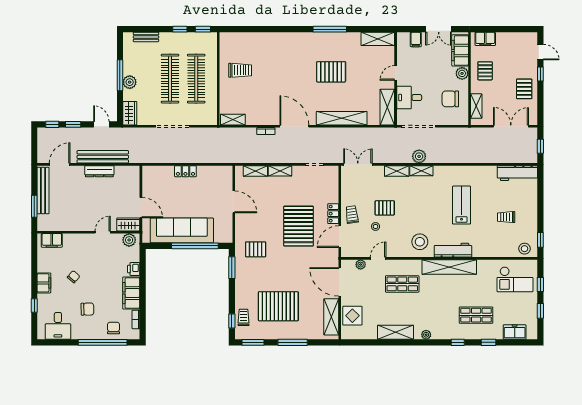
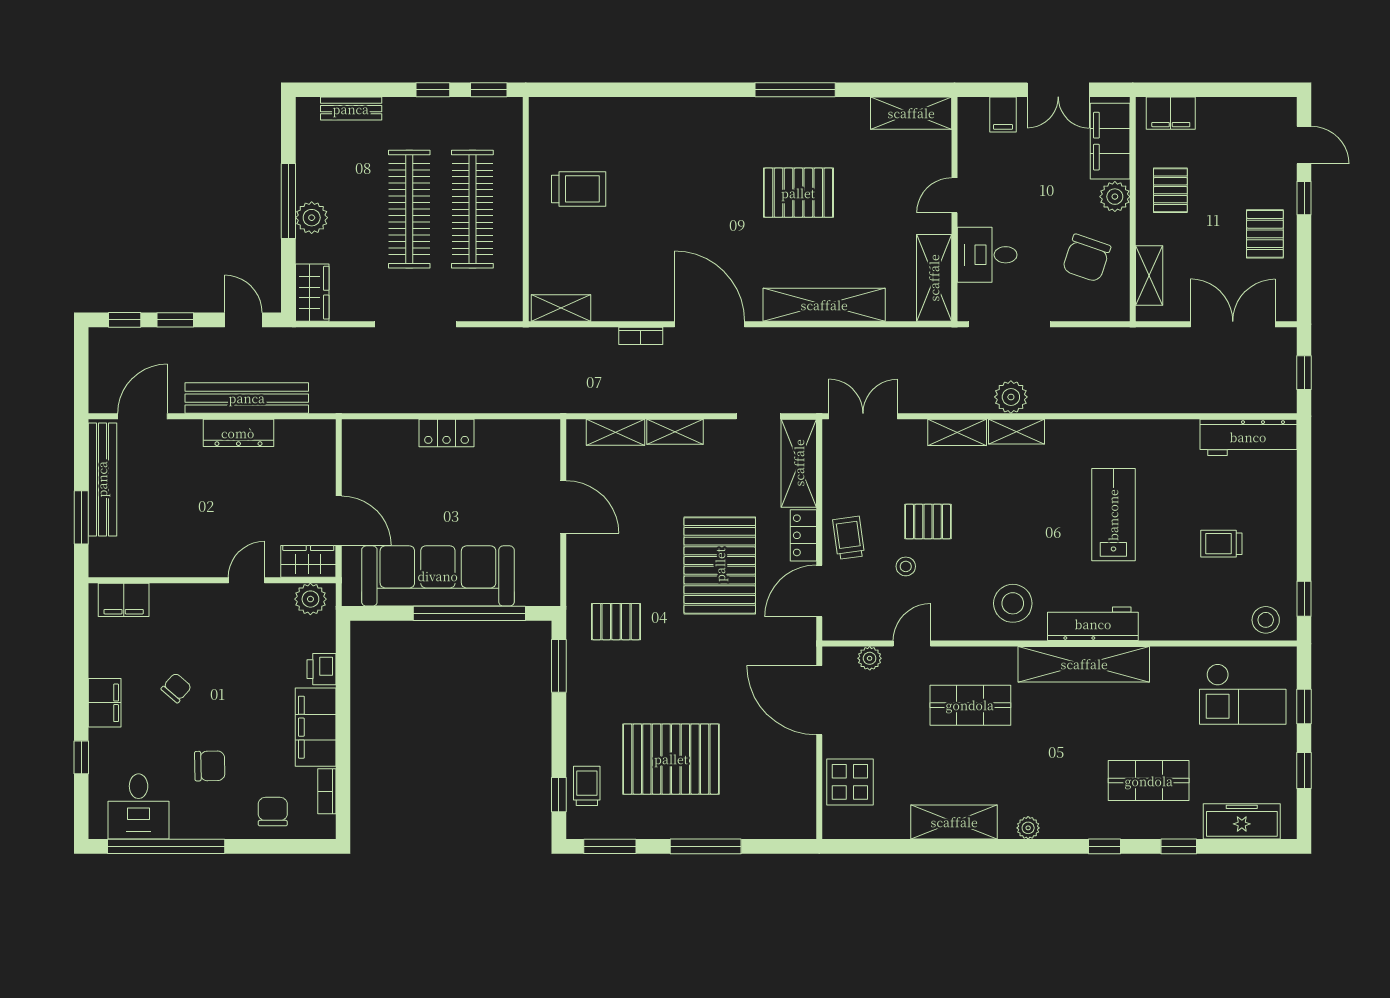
chair: (450, 99) -> (1087, 258), turned -71
shelving: (331, 317) -> (799, 463), moved
freezer: (515, 332) -> (1242, 821), width x1.40
window: (103, 342) -> (166, 846), moved

